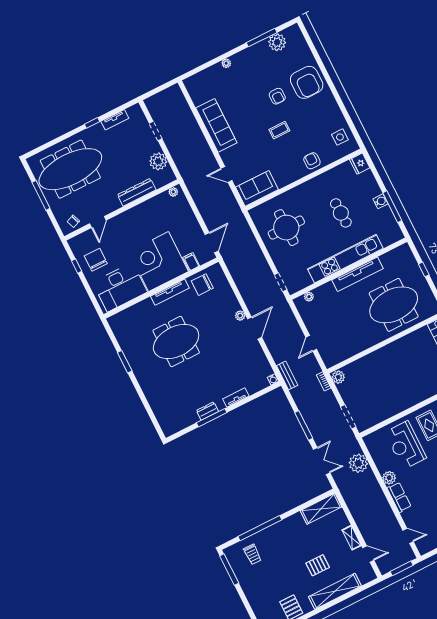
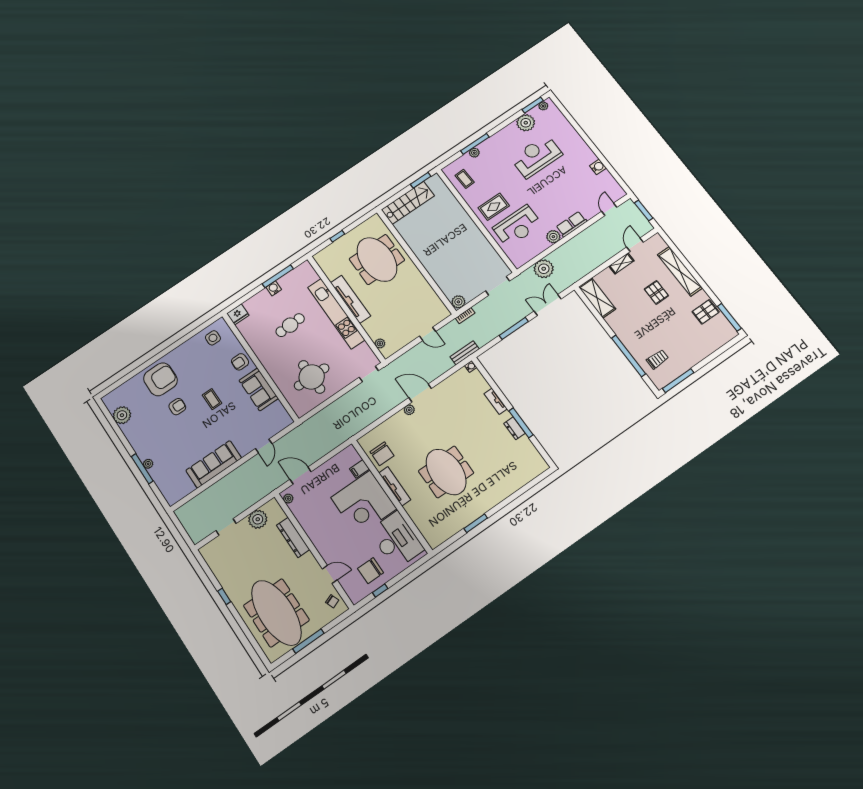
window: (262, 38) -> (142, 469), moved
tv unit: (115, 120) -> (218, 572), removed
sofa: (257, 188) -> (259, 389), moved
door: (212, 243) -> (301, 475), moved

